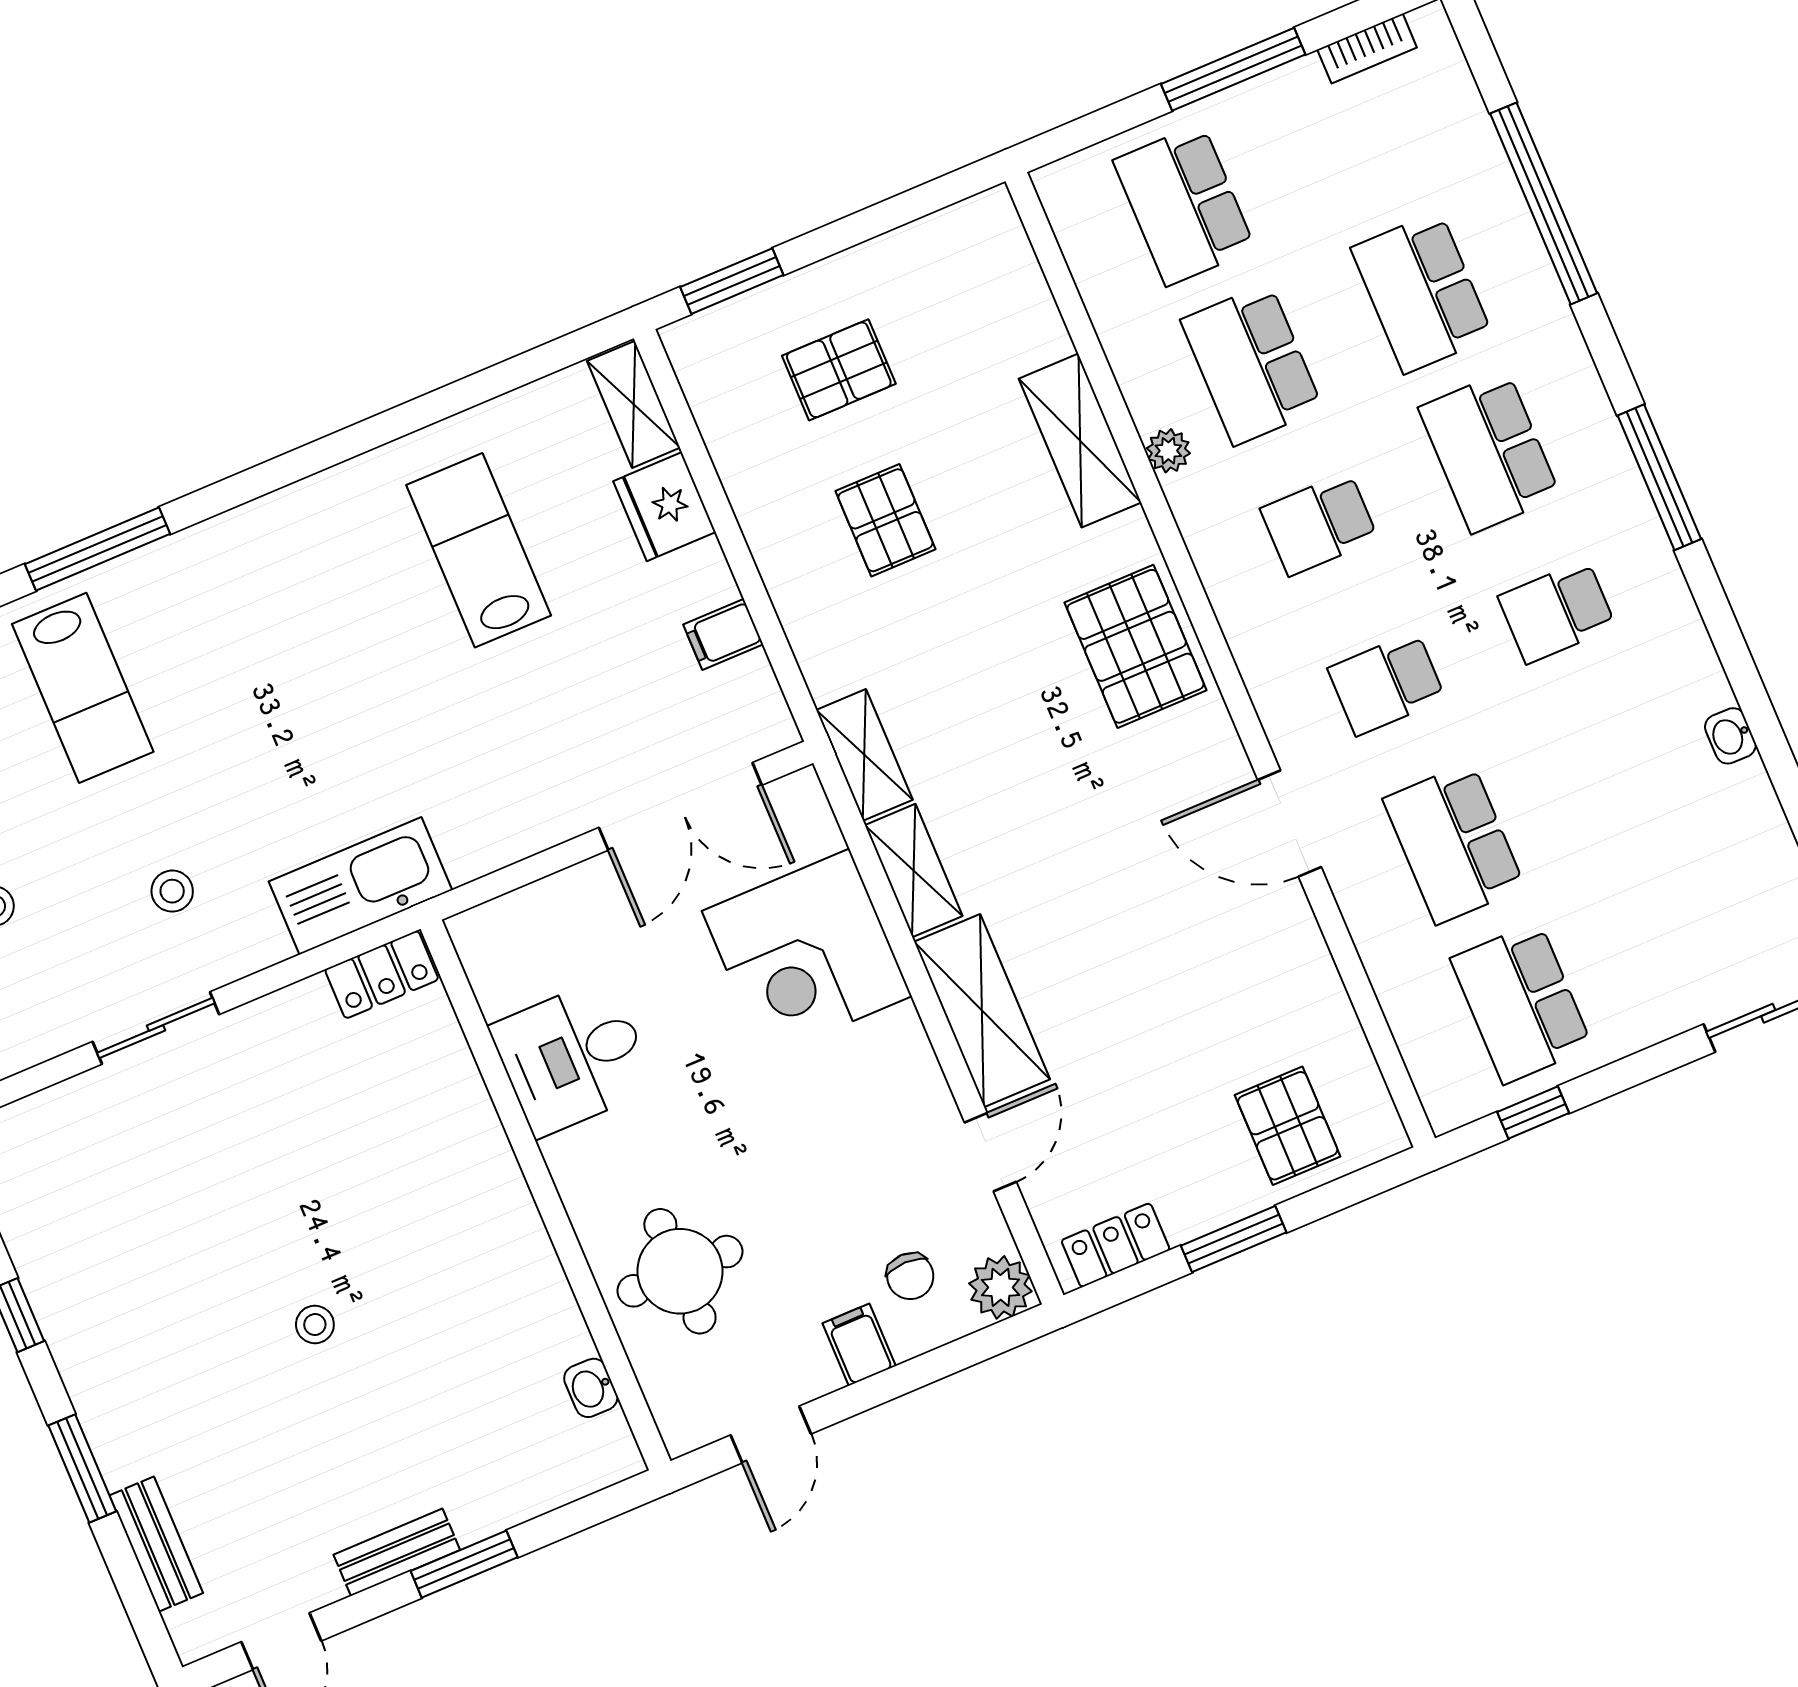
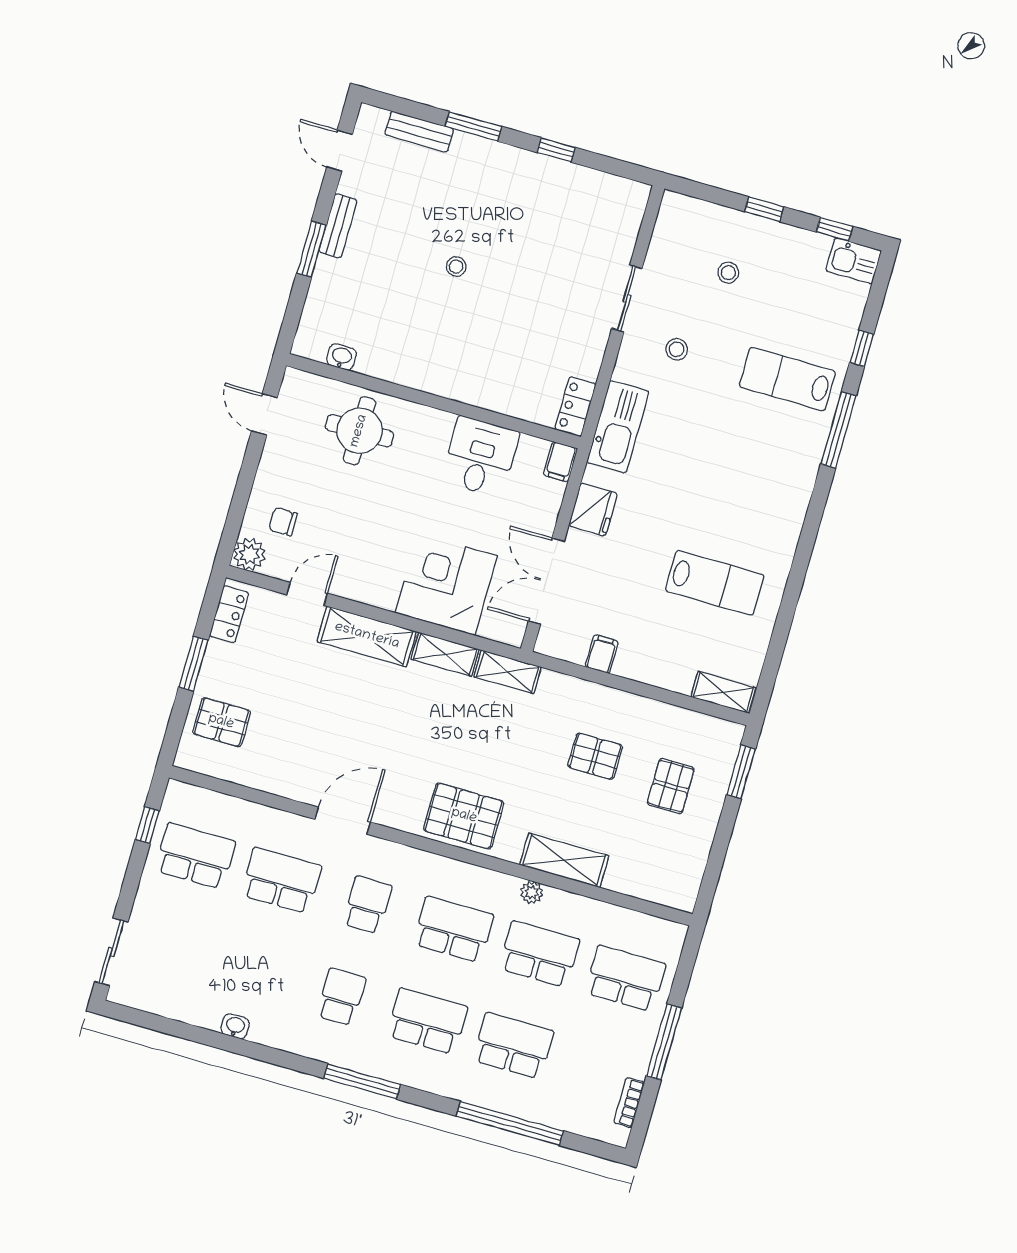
fridge: (664, 507) -> (593, 509), moved, turned 90
school desk: (1319, 524) -> (453, 929), width x1.85
door: (990, 1152) -> (307, 594), swing flipped
filing cabinet: (859, 1345) -> (560, 462), moved, turned 90

